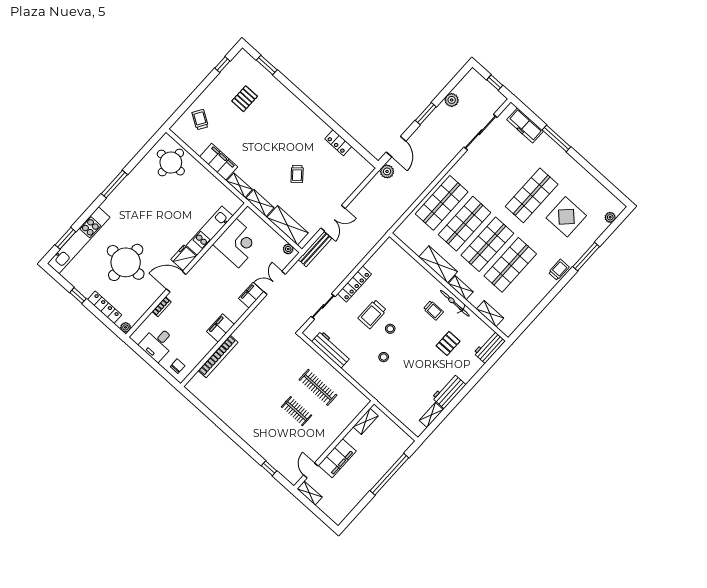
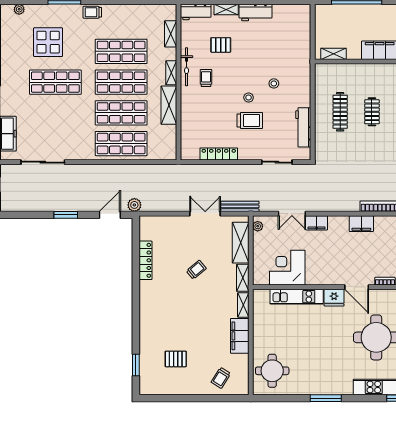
window: (222, 65) -> (165, 398), removed
plant: (452, 100) -> (38, 205), removed
locker: (338, 143) -> (146, 260), width x1.53
locker: (354, 284) -> (219, 154), moved
shelving: (431, 415) -> (226, 10), moved

